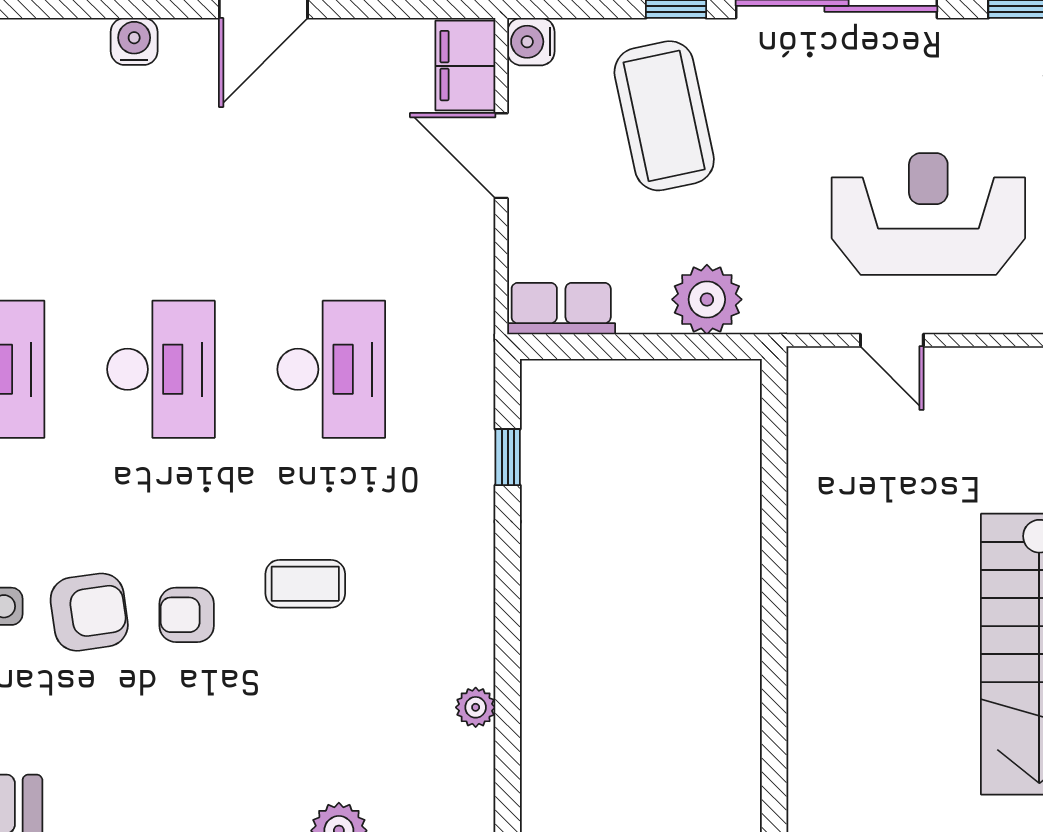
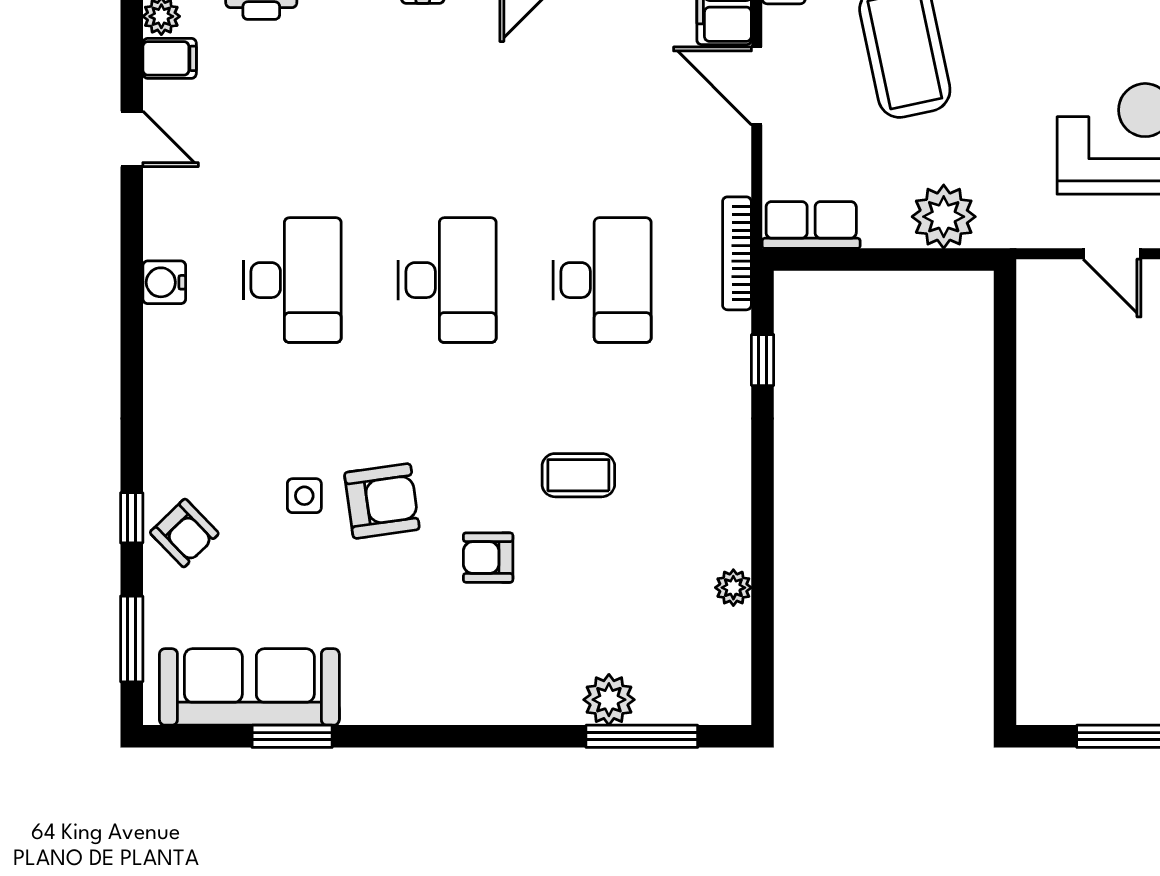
bookcase: (480, 340) -> (737, 253), added
armchair: (187, 615) -> (488, 558), moved

